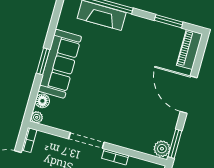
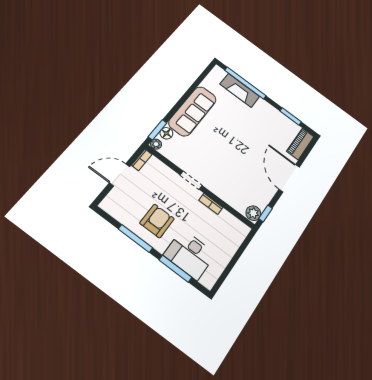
window: (43, 61) -> (158, 130), moved
doorway: (86, 140) -> (191, 180), width x0.73
window: (175, 144) -> (266, 213), width x0.67

